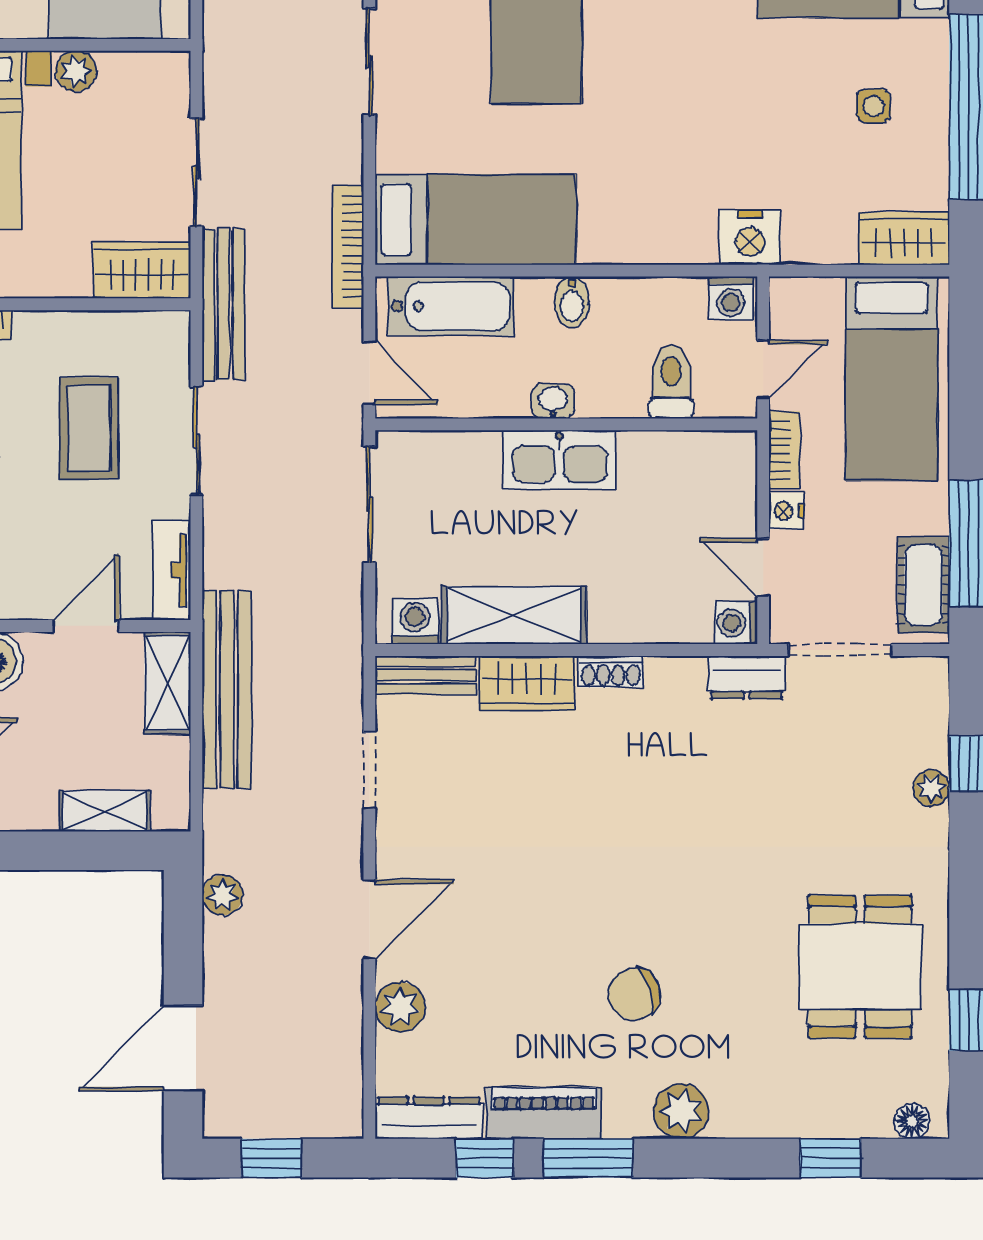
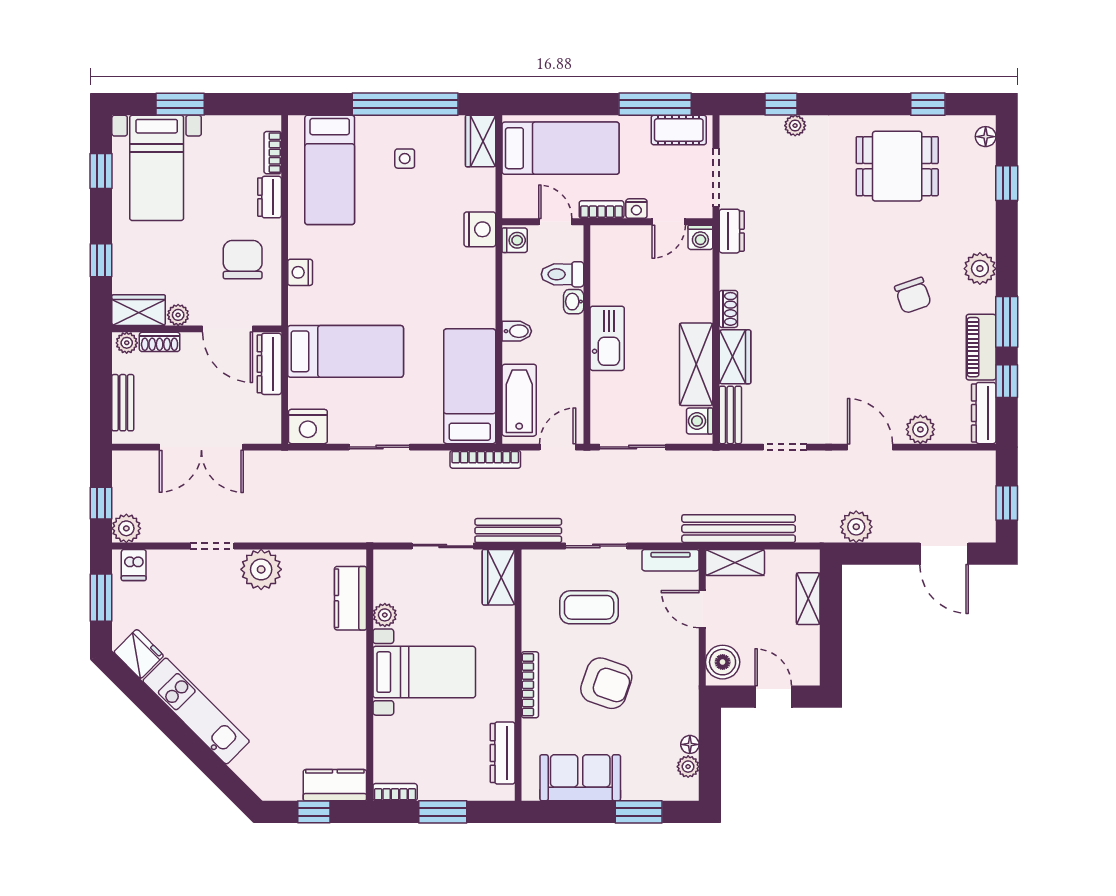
washbasin: (553, 401) -> (574, 302), moved
plant: (222, 895) -> (856, 527), width x1.38, depth x1.38

